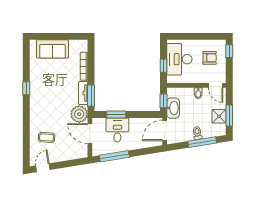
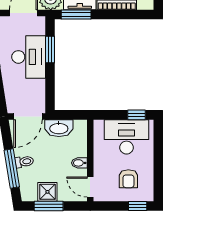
window: (163, 66) -> (137, 115), moved
door: (216, 85) -> (90, 187), hinge flipped
window: (163, 101) -> (69, 115), removed
desk: (117, 130) -> (29, 57), width x1.37
door: (165, 130) -> (28, 116), swing flipped

